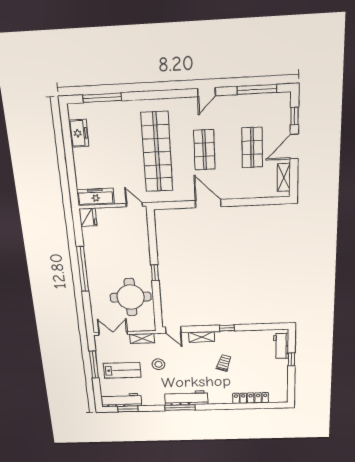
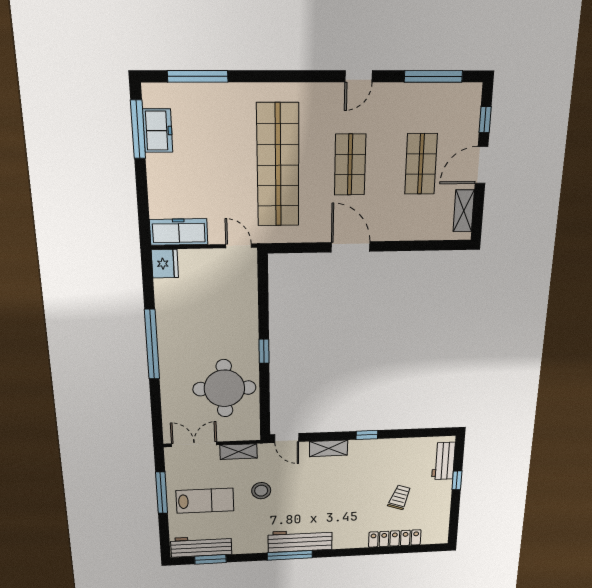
window: (67, 133) -> (138, 129), added
trolley: (224, 363) -> (400, 497), moved

